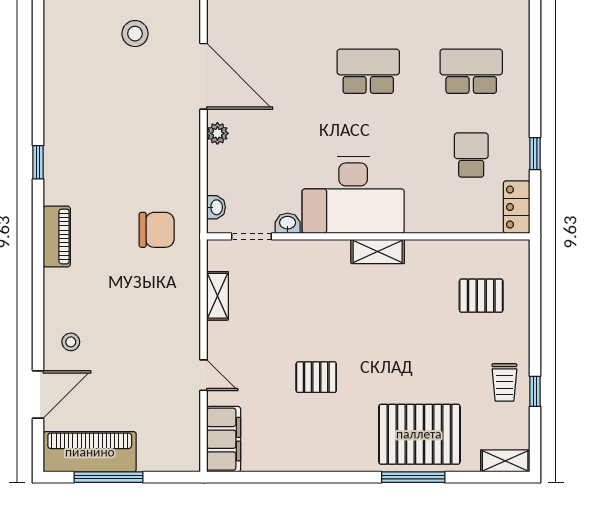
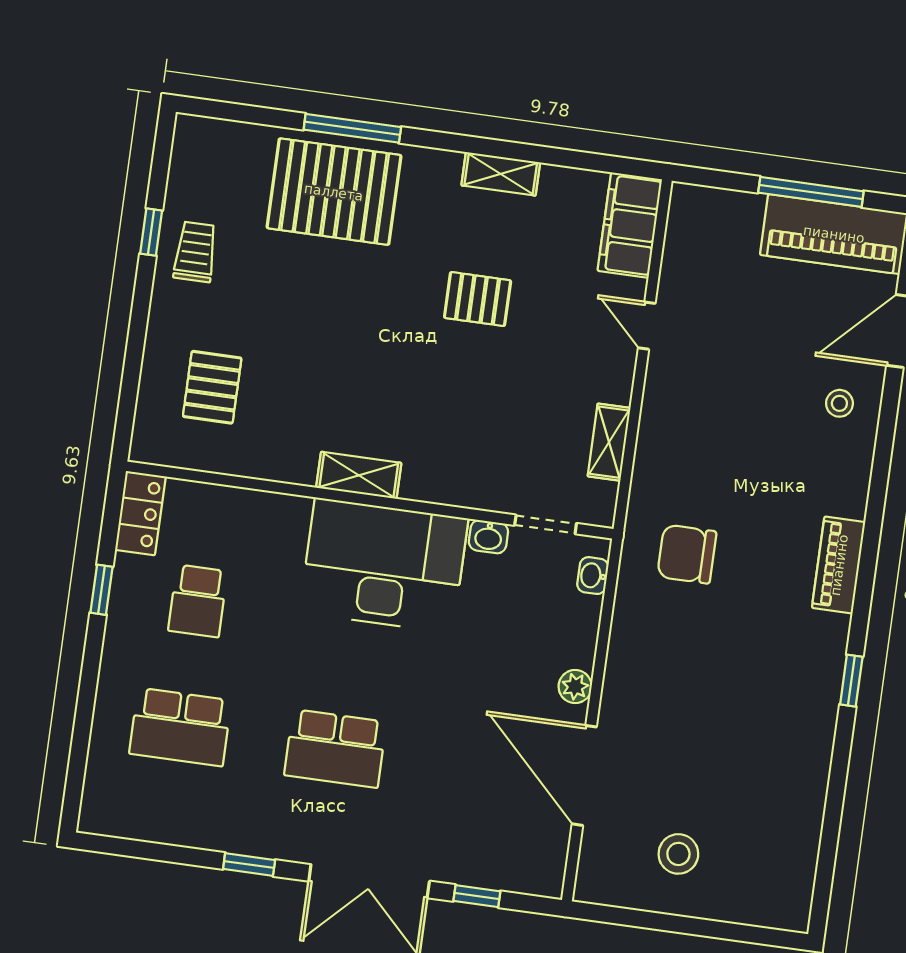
pallet: (481, 296) -> (212, 387), turned 90
shelving: (505, 461) -> (501, 174), moved

